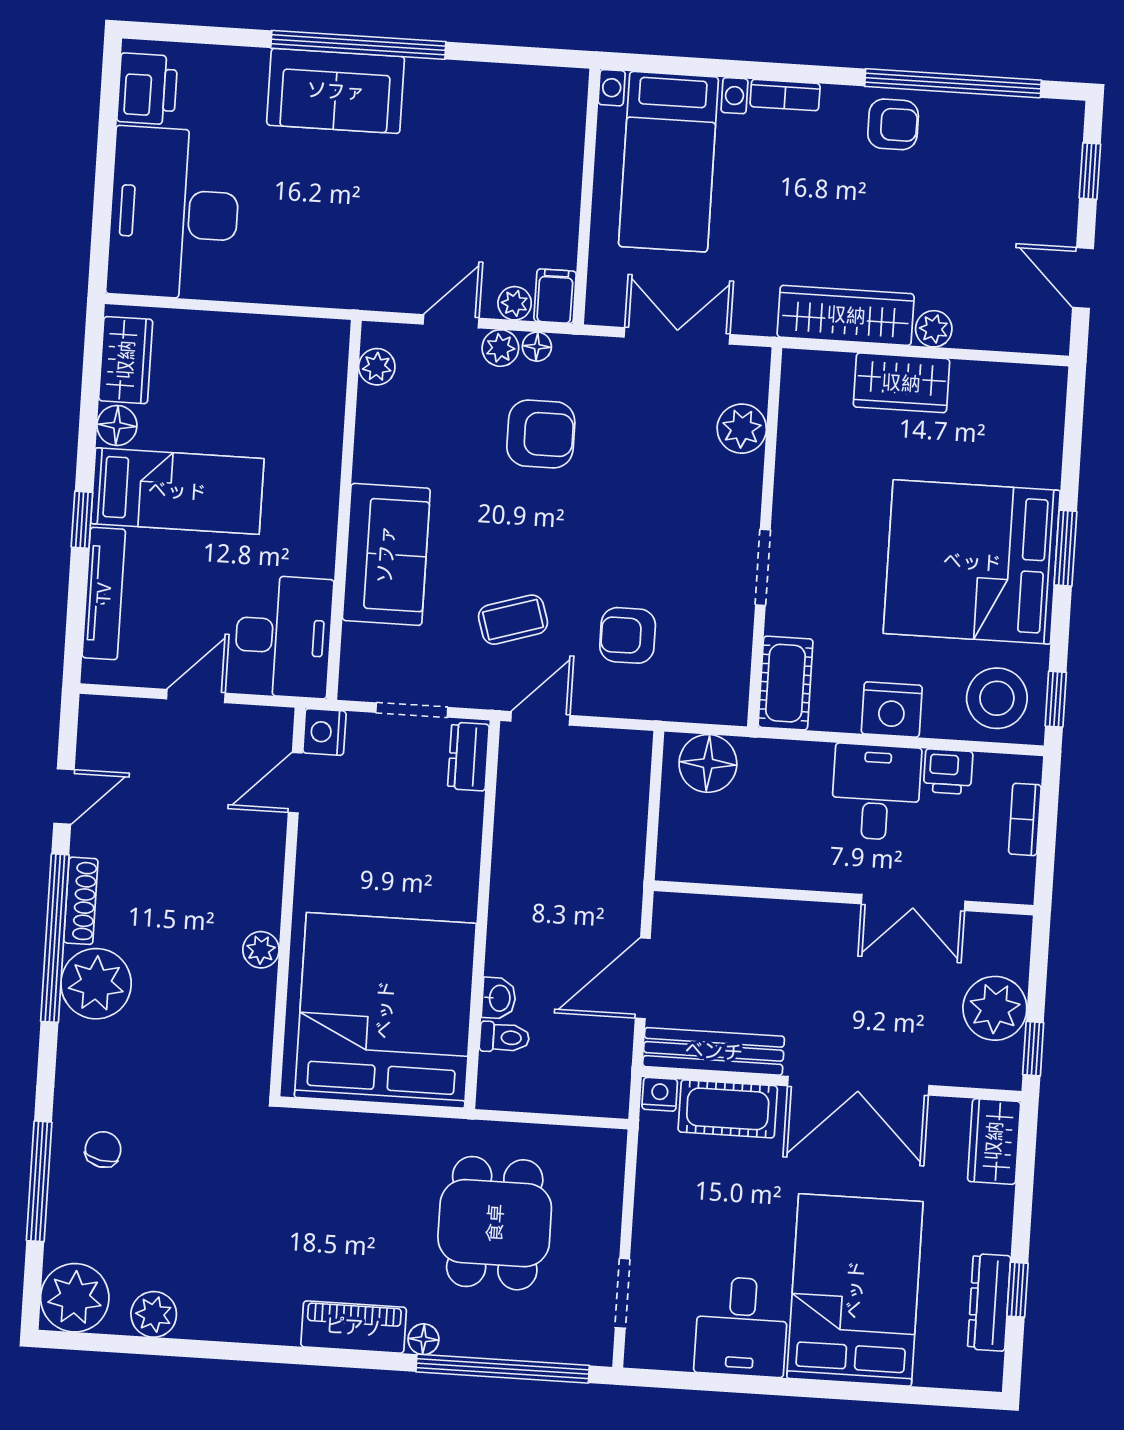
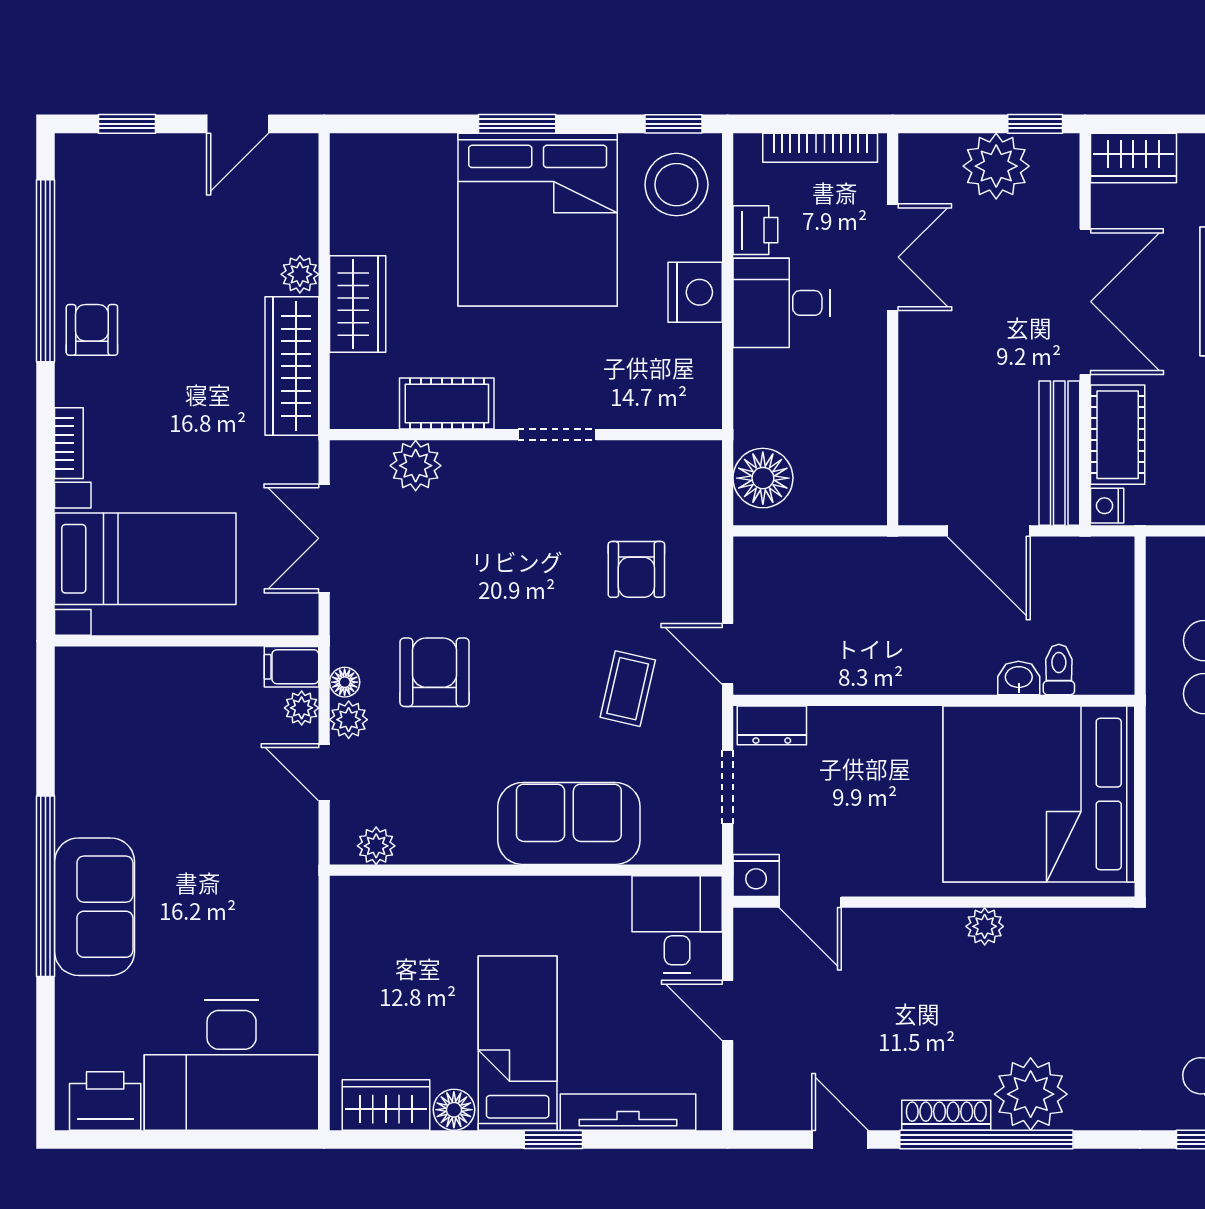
coffee table: (513, 620) -> (628, 689), turned 30
desk: (283, 636) -> (677, 924), width x0.73
cot: (785, 683) -> (447, 403), moved
bookcase: (1025, 819) -> (820, 148), width x1.56

